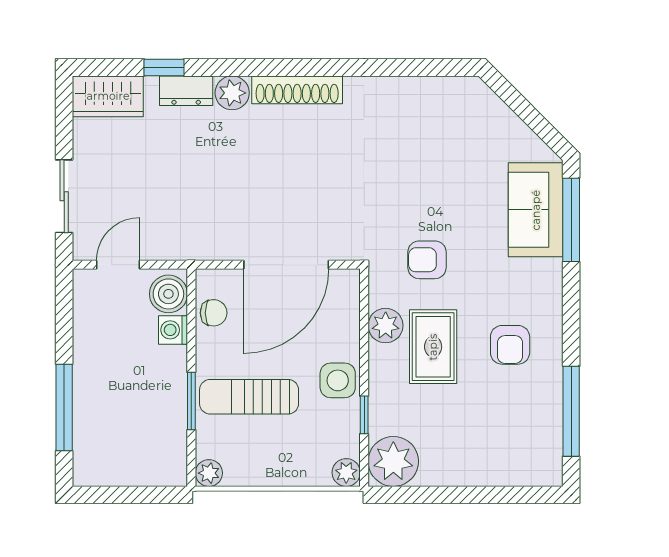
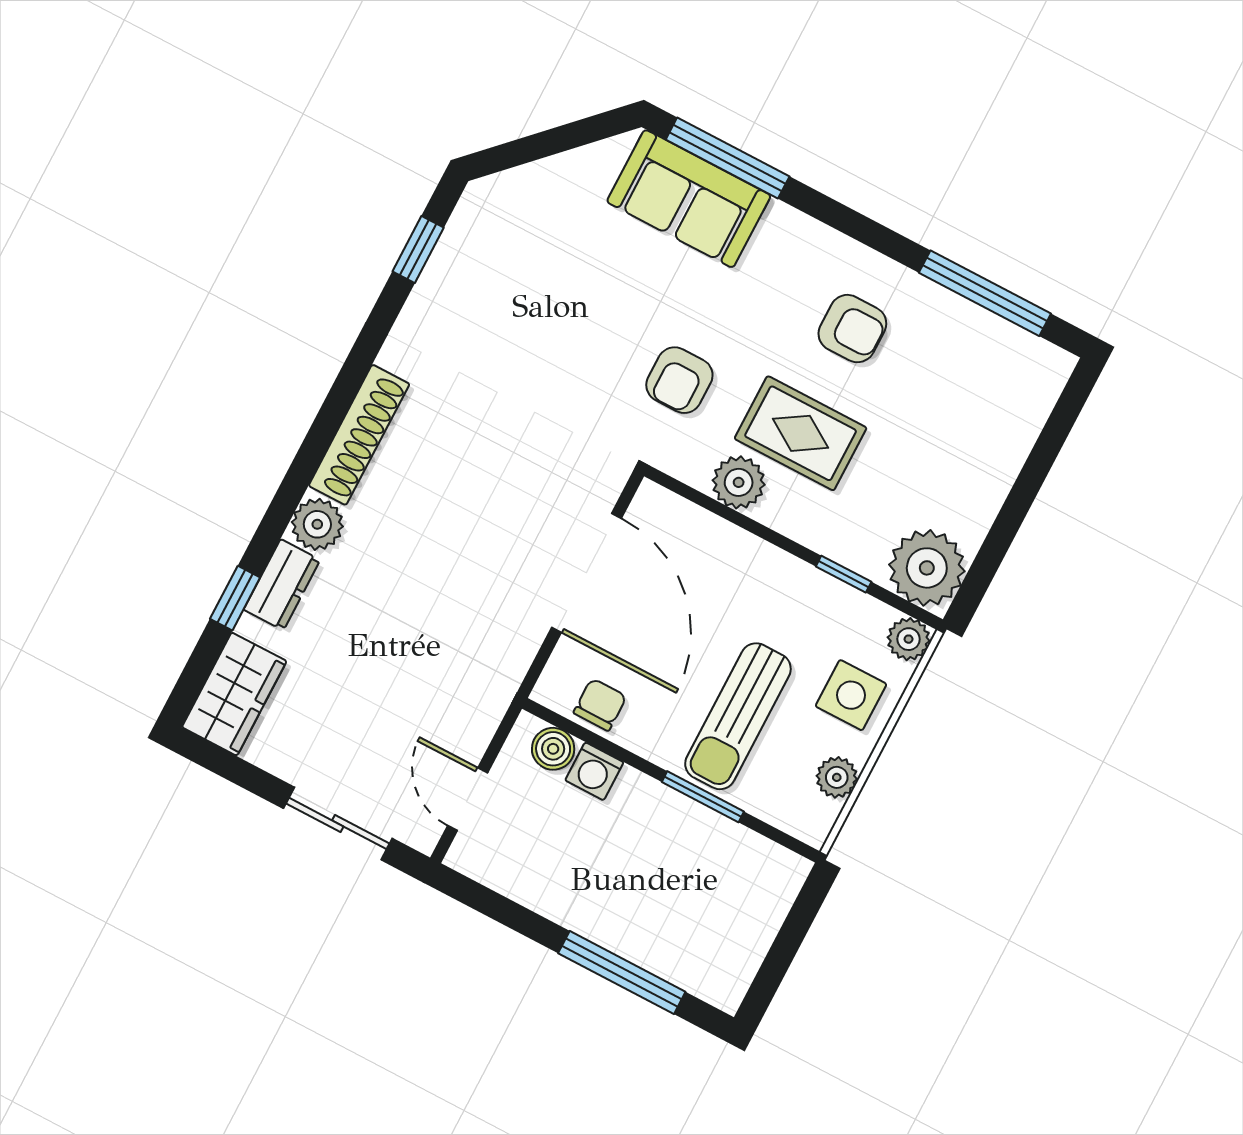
window: (423, 68) -> (418, 250), added
boiler: (168, 294) -> (553, 749), width x0.73, depth x0.73
side table: (338, 380) -> (851, 695), moved
plant: (209, 473) -> (837, 777), moved

